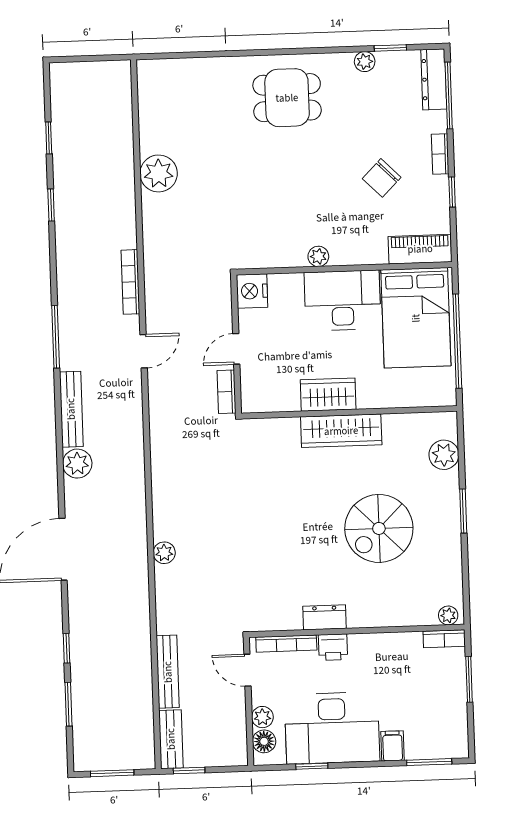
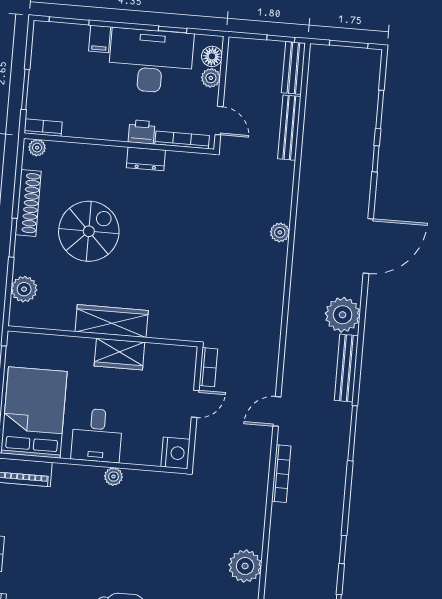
chair: (382, 178) -> (50, 539), removed
desk: (342, 300) -> (97, 435), width x0.73
plant: (77, 464) -> (343, 315), width x1.36, depth x1.36
shoe rack: (451, 552) -> (28, 203), added

